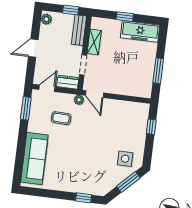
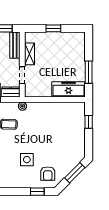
freezer: (140, 31) -> (69, 89), moved, turned 180
door: (95, 94) -> (35, 99), removed
side table: (125, 159) -> (27, 160), moved
armchair: (98, 179) -> (48, 174), added

